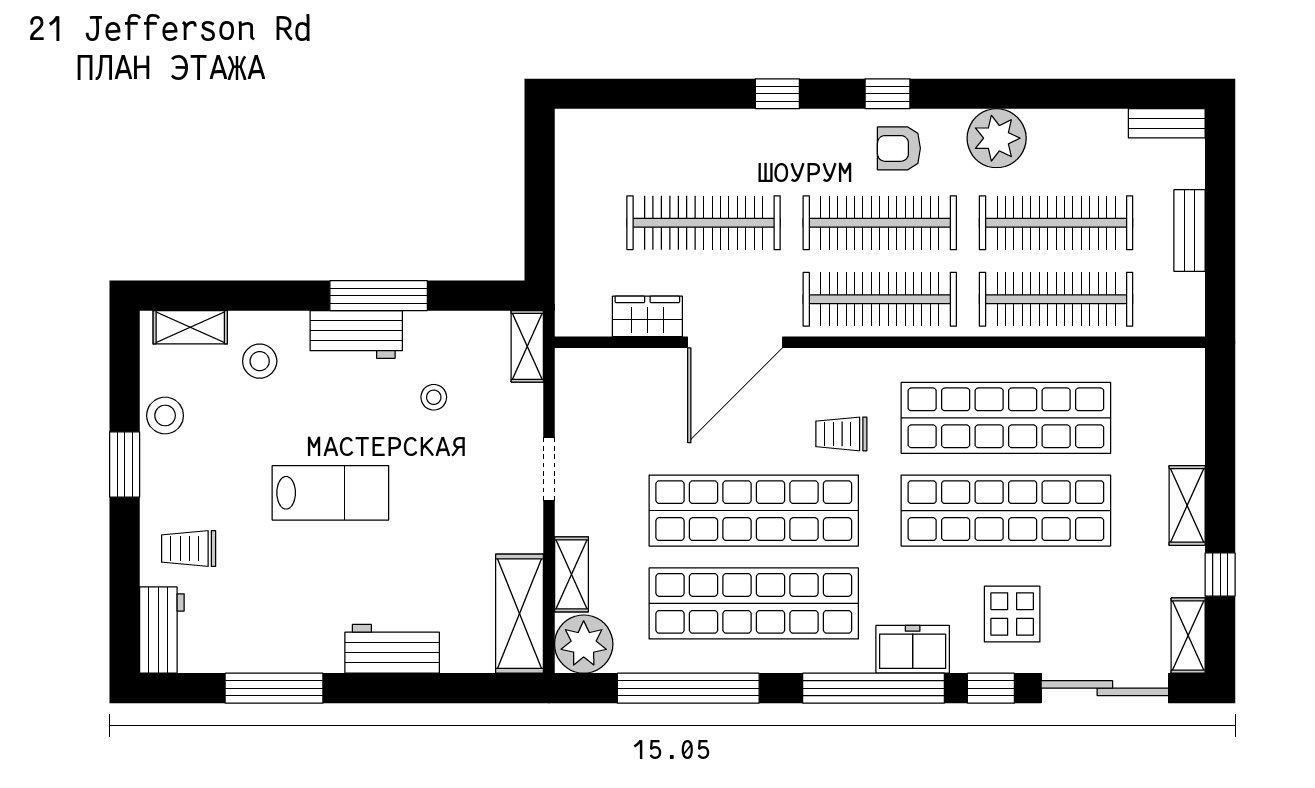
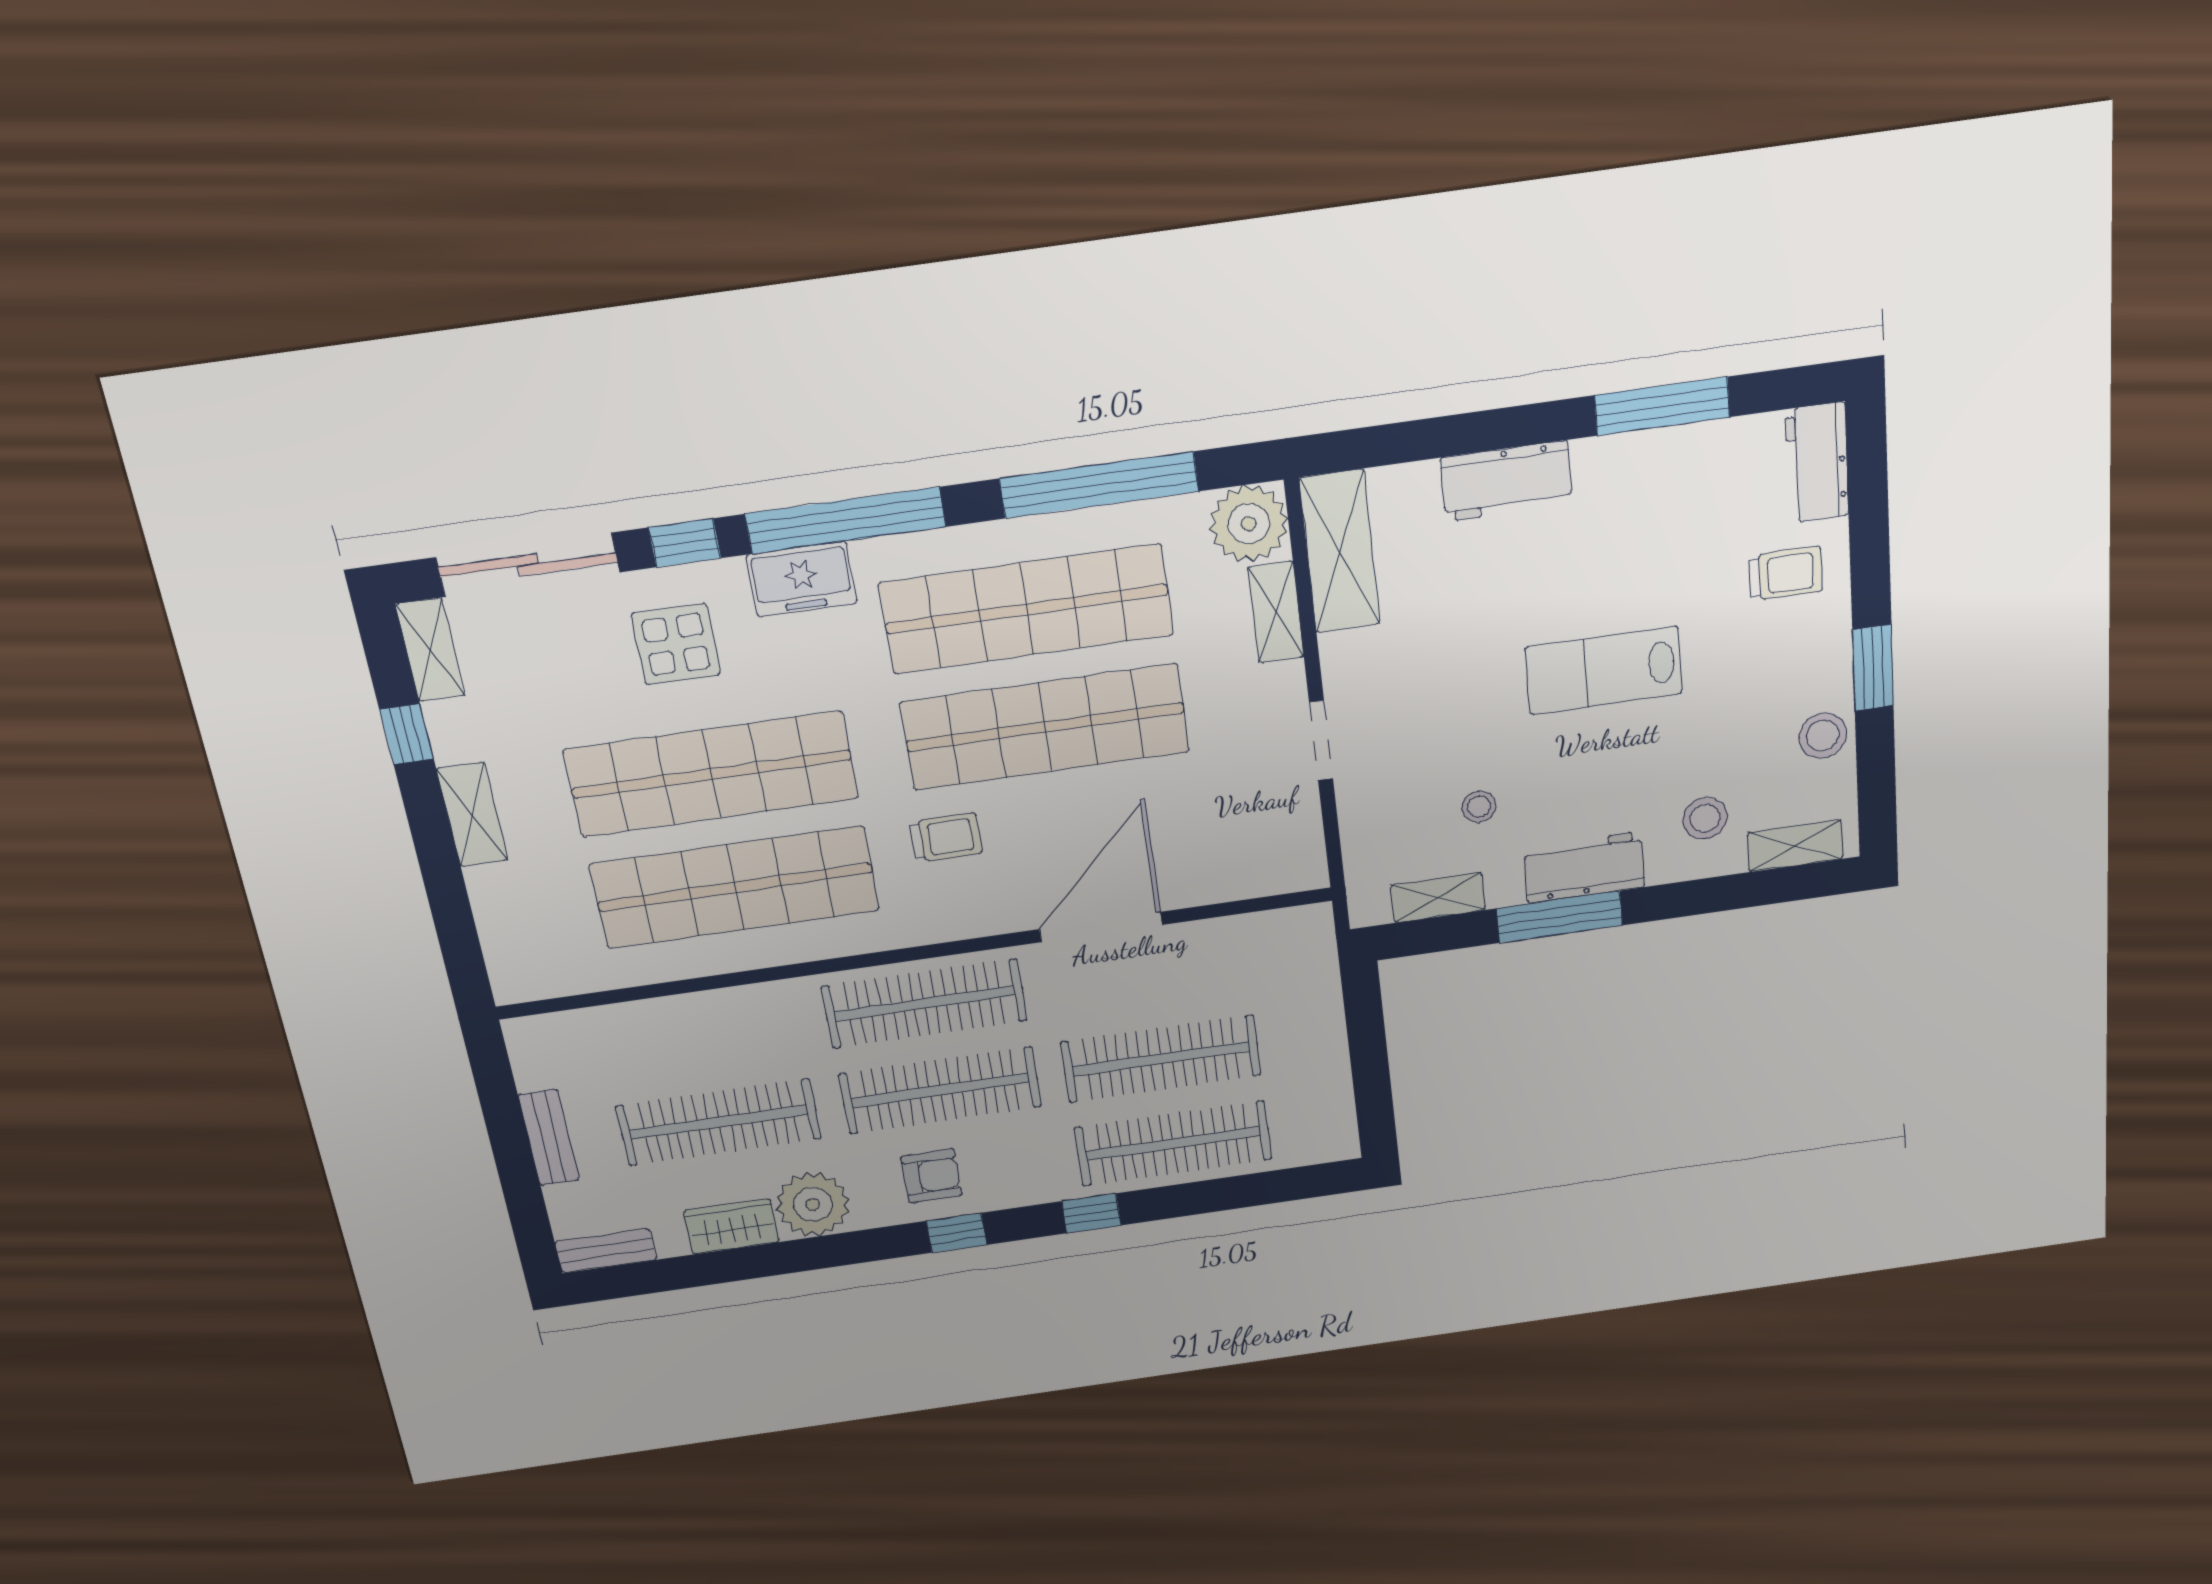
clothes rail: (1056, 299) -> (1173, 1143), moved
wardrobe: (647, 316) -> (731, 1226), moved, turned 180
shelving: (527, 346) -> (1438, 898), moved, turned 90

